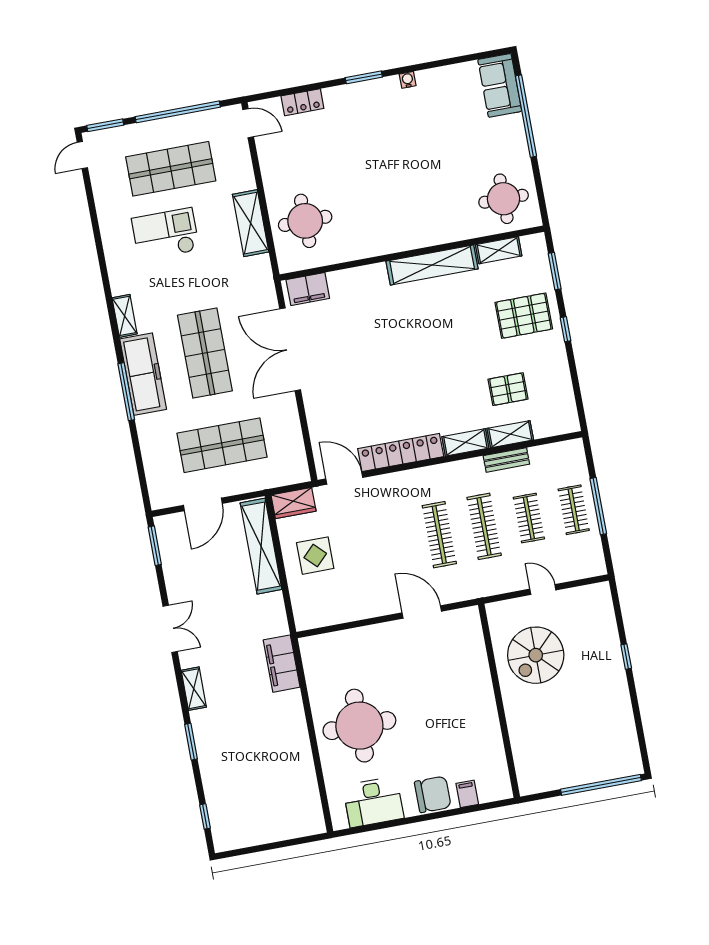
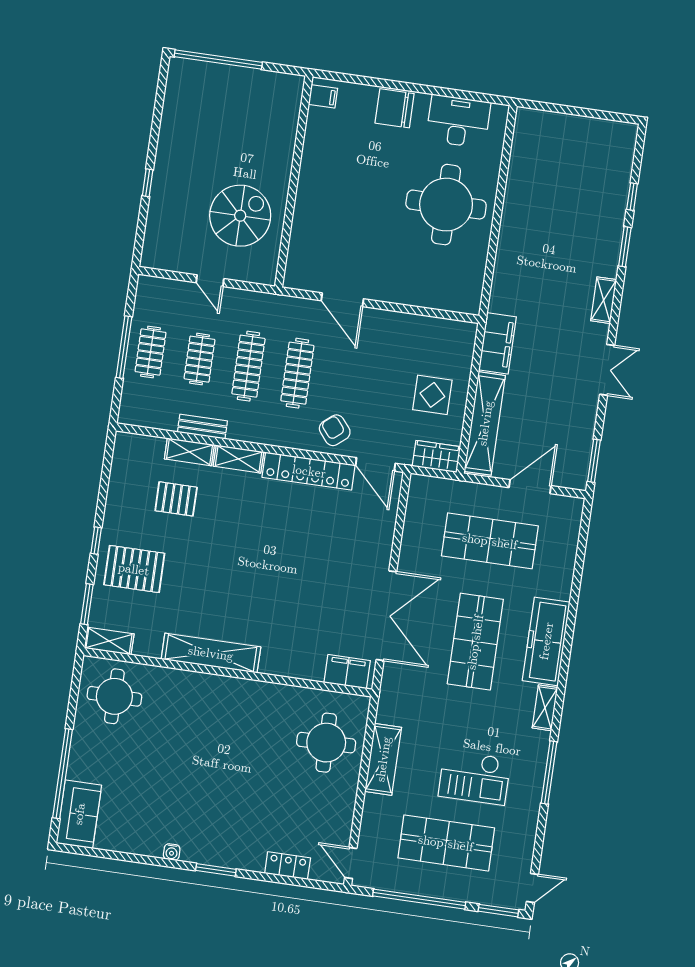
shelving: (499, 250) -> (109, 641), moved
window: (126, 392) -> (549, 772), moved
armchair: (390, 496) -> (335, 430), added
double door: (170, 629) -> (607, 370), swing flipped
filing cabinet: (282, 664) -> (498, 343), moved
filing cabinet: (467, 794) -> (323, 96), moved, turned -90
window: (205, 816) -> (632, 197), moved

